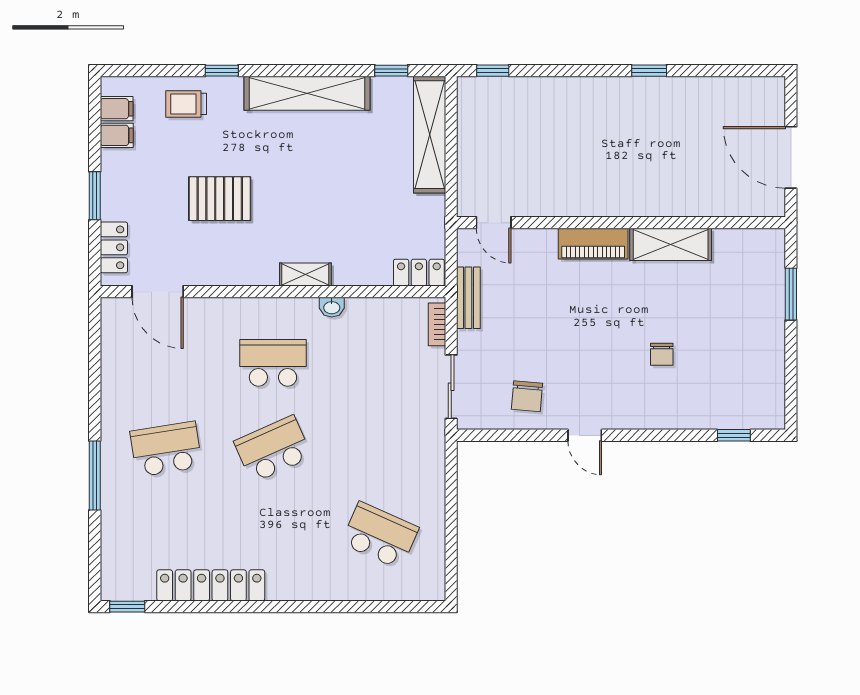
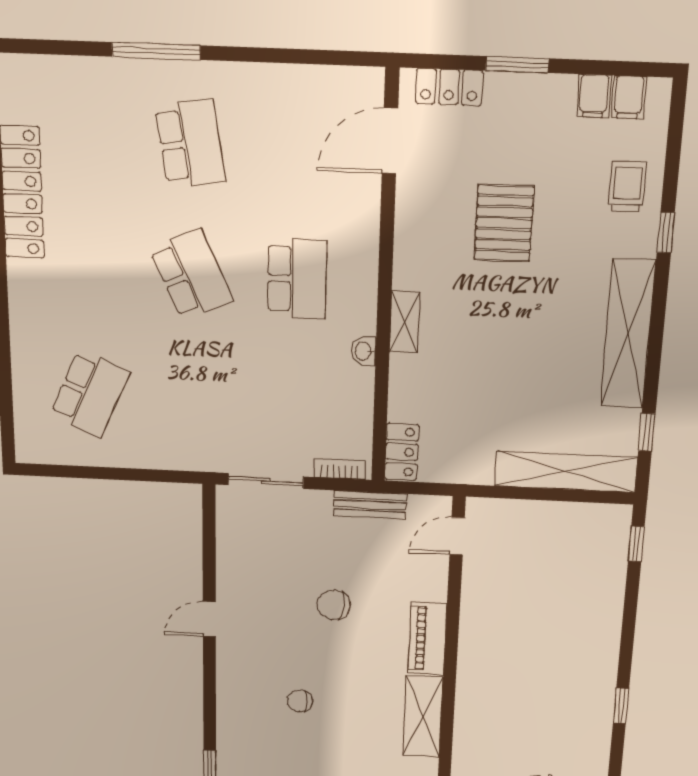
chair: (527, 396) -> (334, 605), moved

